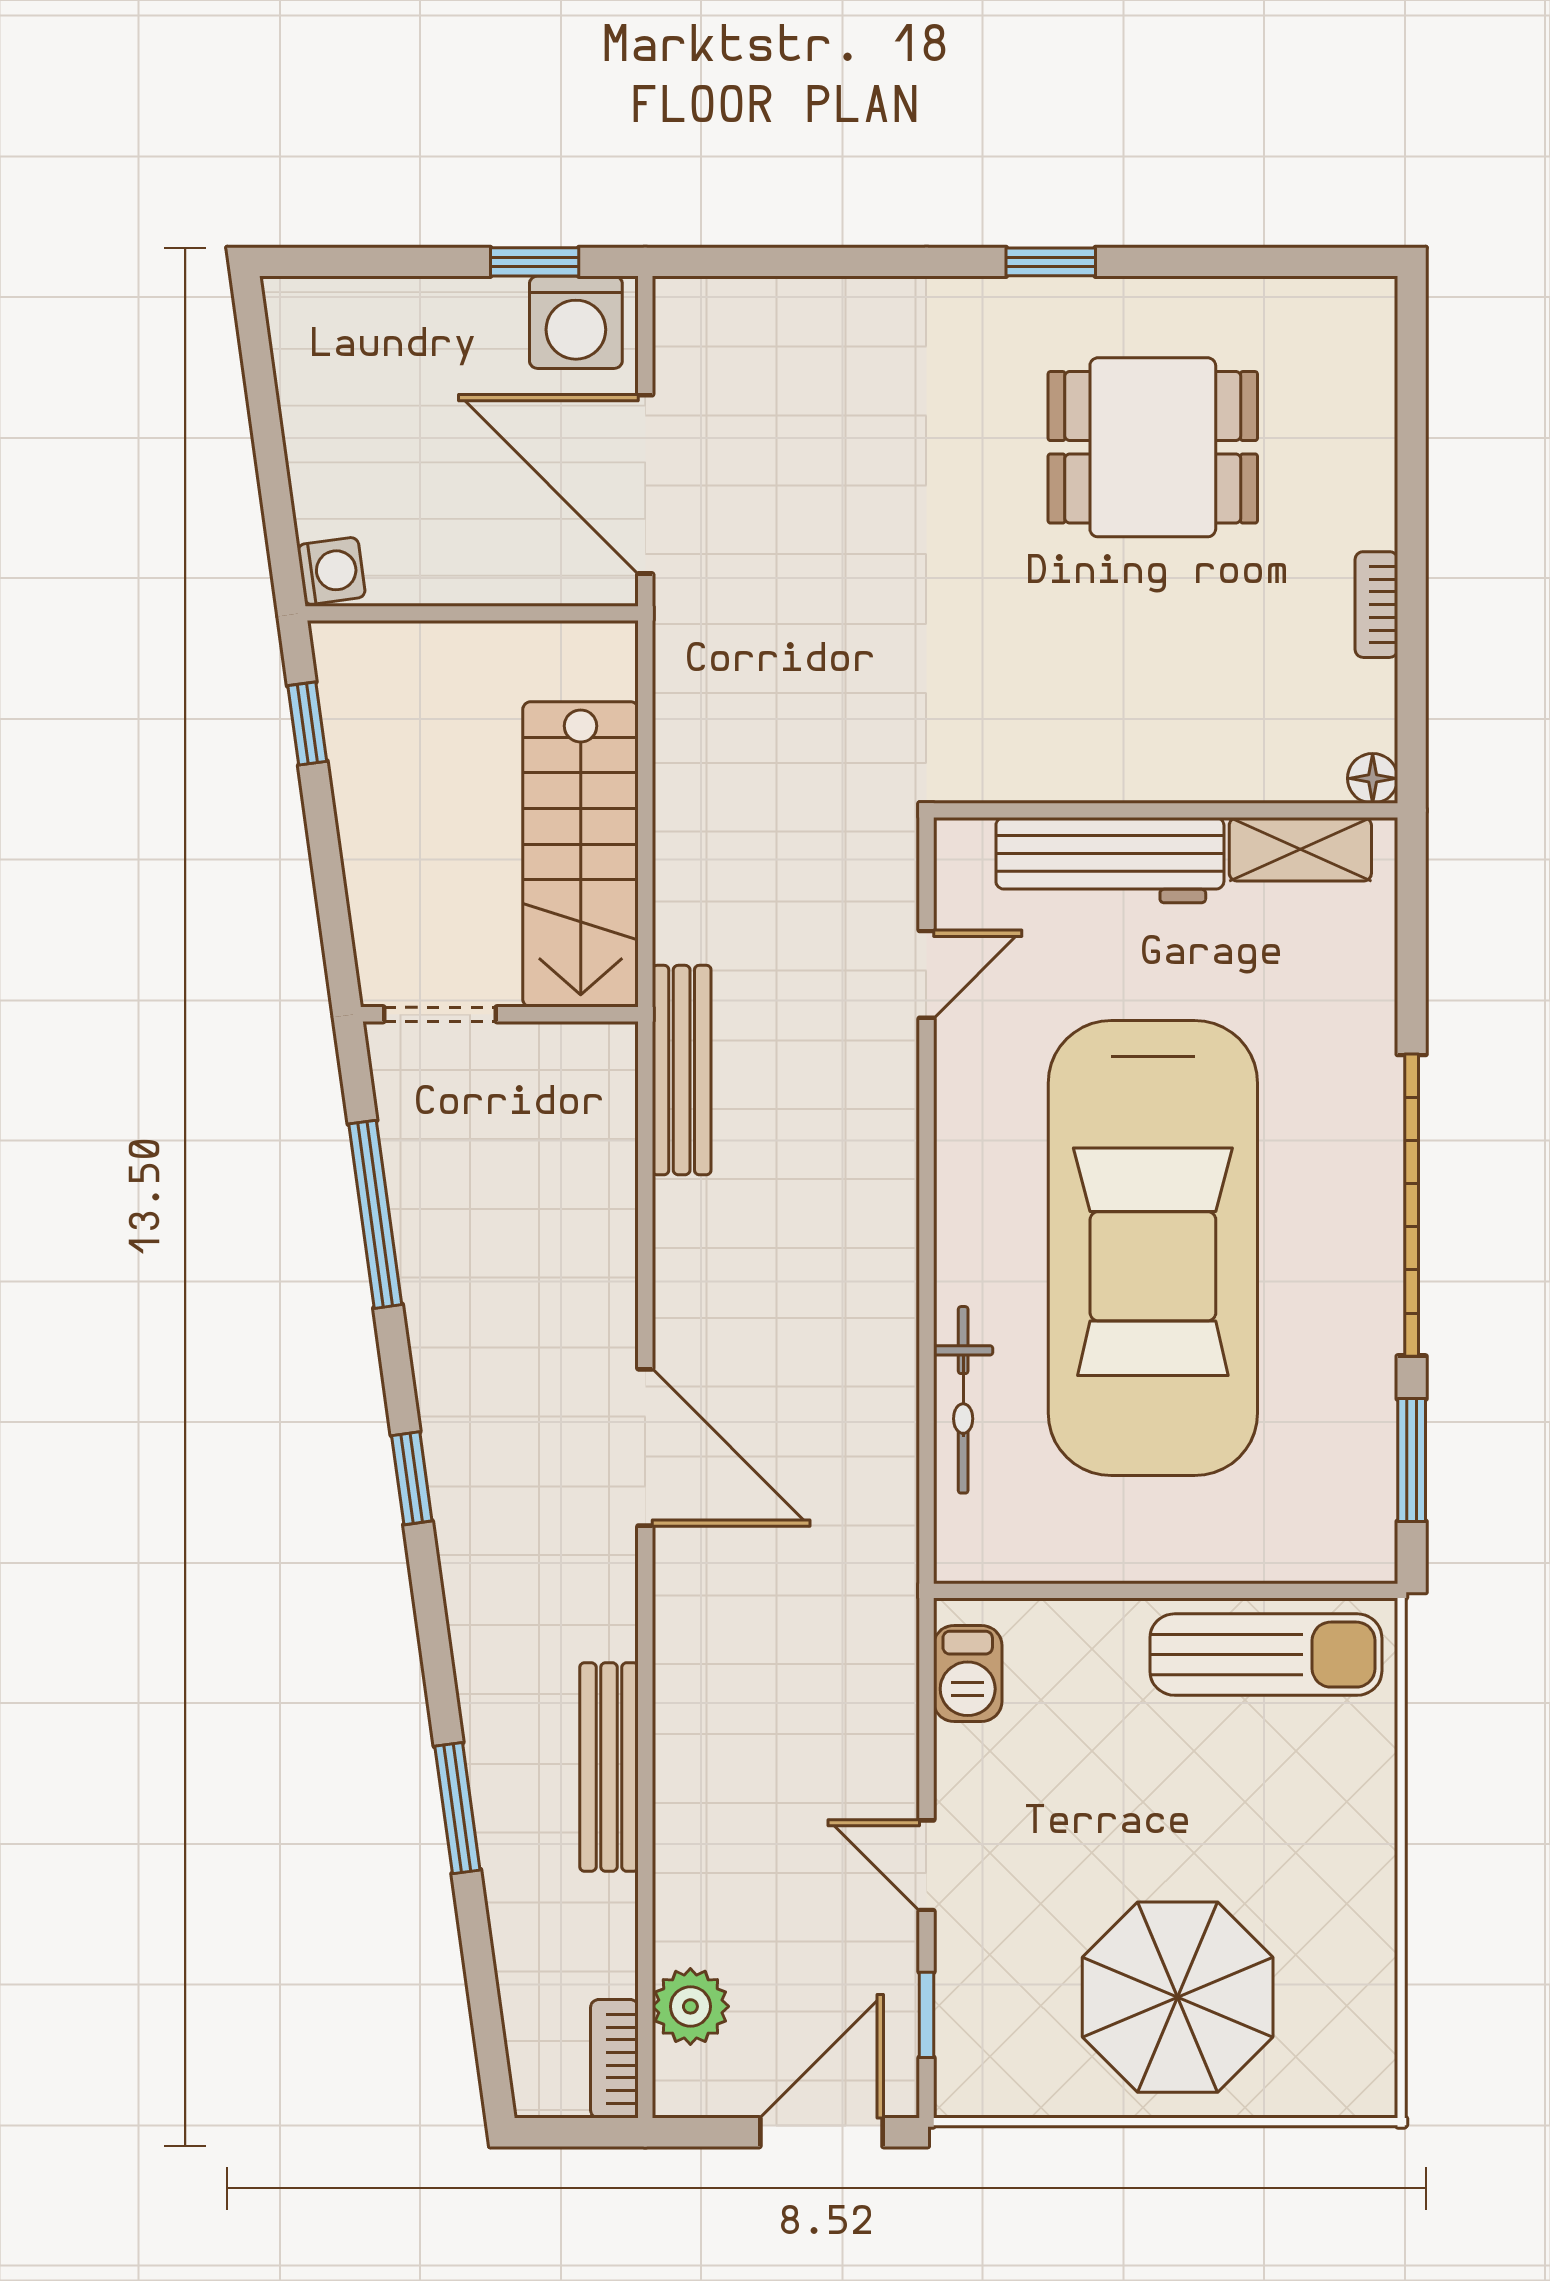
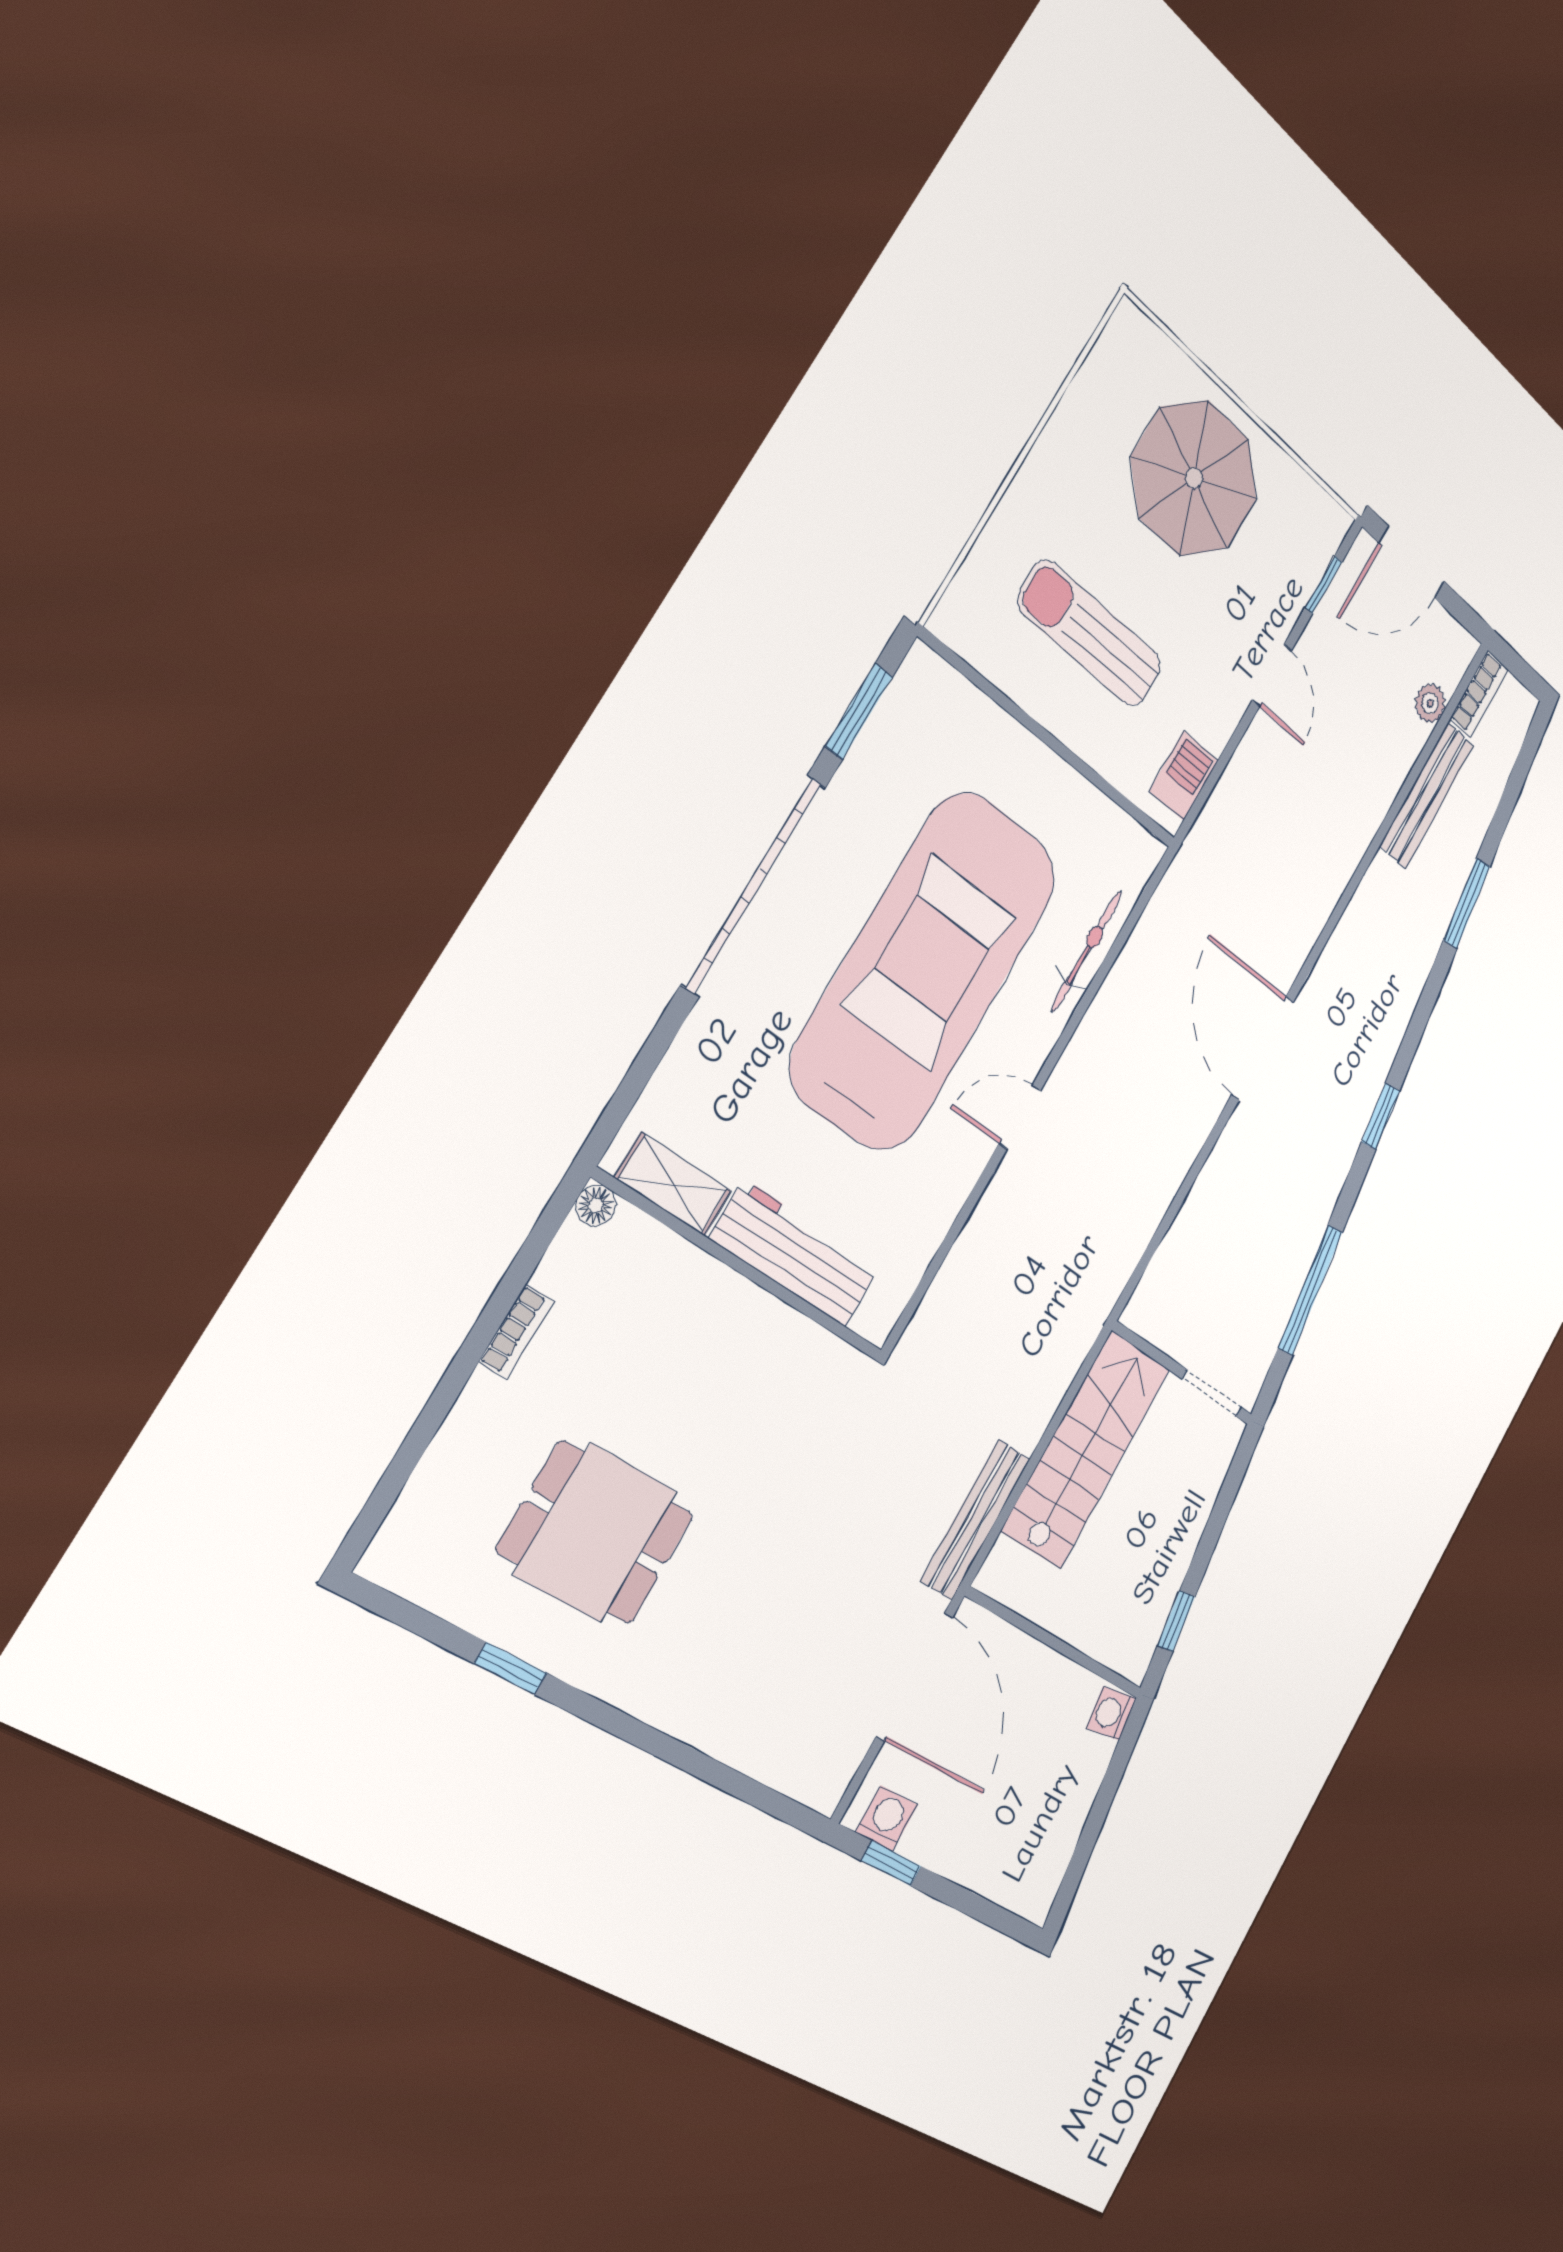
window: (1051, 262) -> (511, 1668), moved
washing machine: (576, 322) -> (886, 1818), width x0.73, depth x0.73
door: (926, 974) -> (1020, 1117), moved
bench: (682, 1070) -> (975, 1520), moved
sun lounger: (1266, 1655) -> (1090, 634), moved
bench: (609, 1767) -> (1427, 795), moved
plant: (690, 2006) -> (1430, 703), width x0.73, depth x0.73

